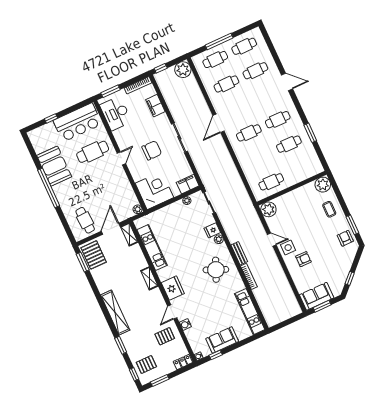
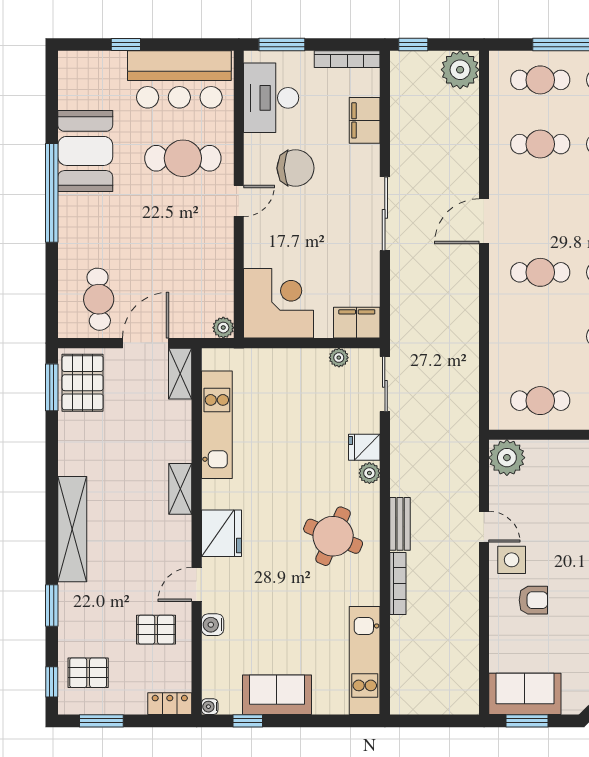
chair: (152, 150) -> (296, 168), moved

